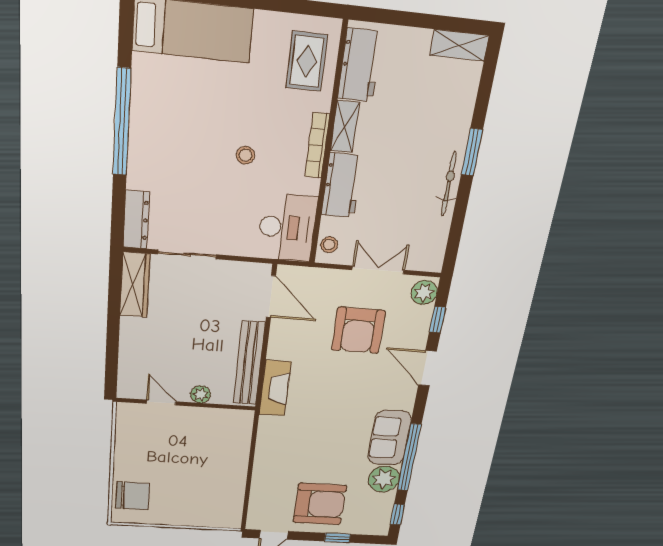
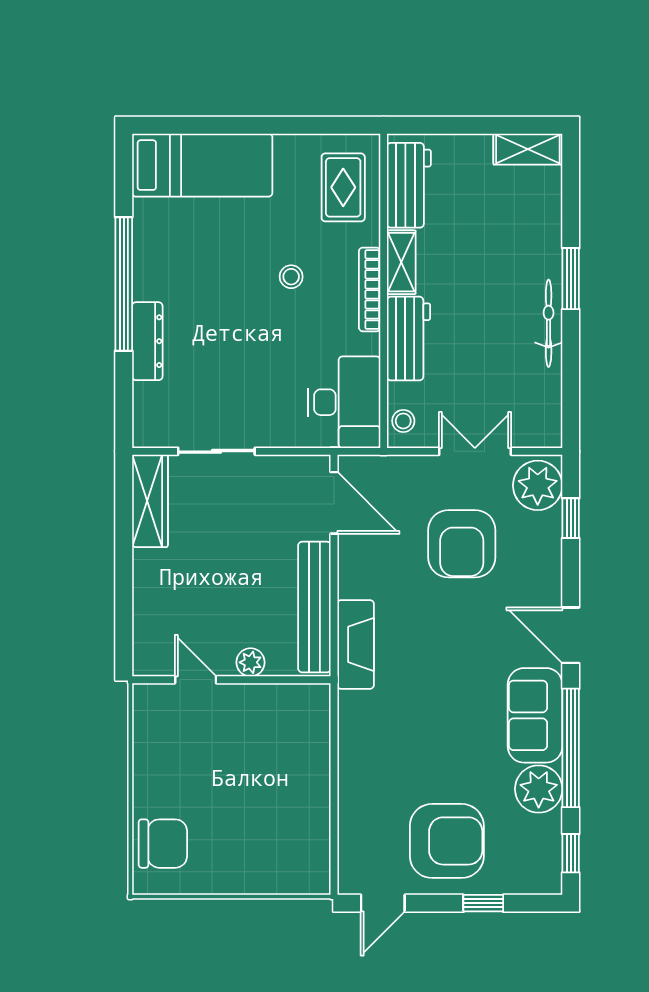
stool: (245, 155) -> (291, 277), moved
dresser: (136, 220) -> (147, 341), moved
plant: (424, 292) -> (538, 485), width x1.36, depth x1.36
door: (427, 368) -> (571, 635), moved

